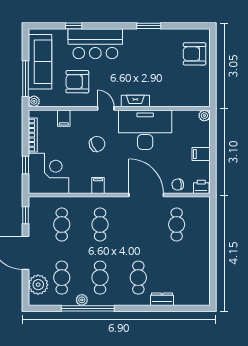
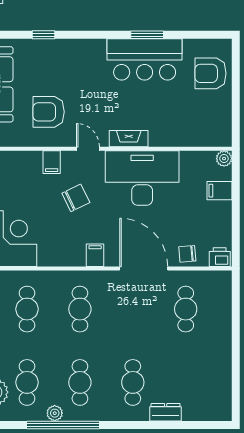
bar counter: (95, 44) -> (145, 59), moved
filing cabinet: (64, 118) -> (52, 162), moved
filing cabinet: (201, 154) -> (220, 191), moved
filing cabinet: (98, 185) -> (95, 255), moved

